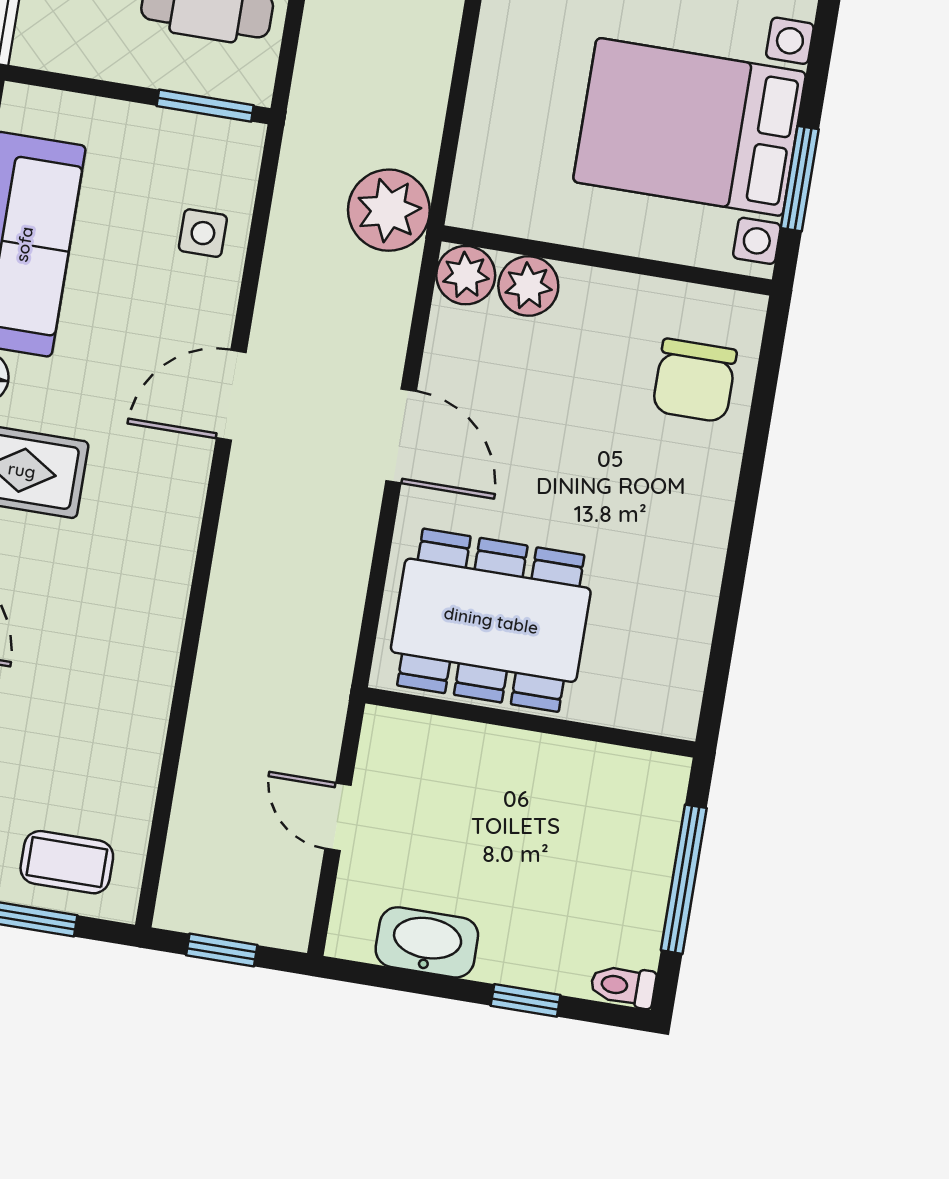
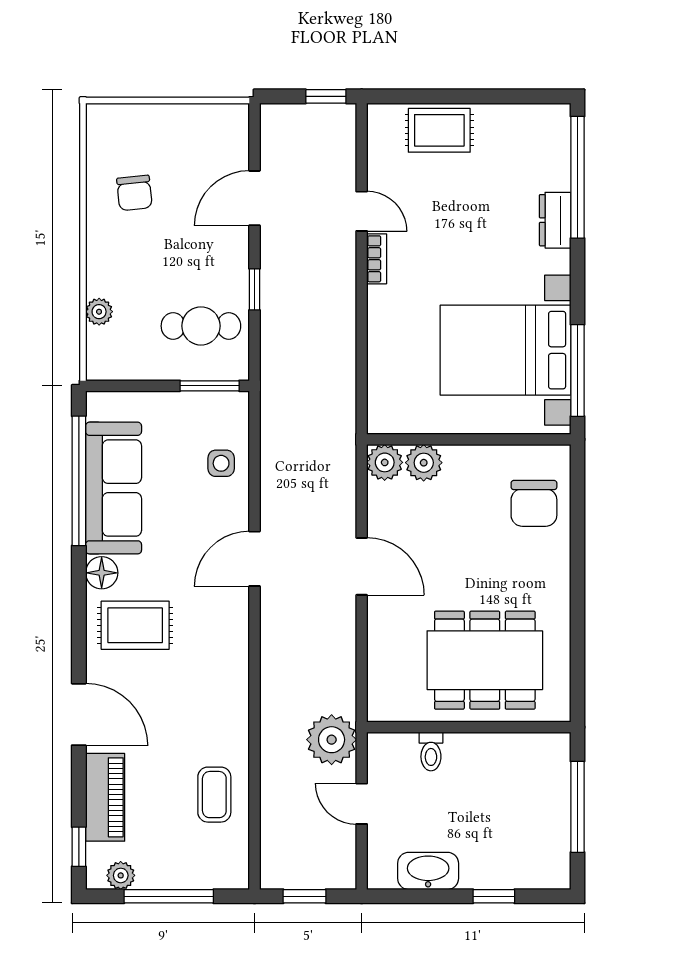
window: (800, 179) -> (577, 370), width x1.44
plant: (389, 210) -> (332, 740), moved
dining table: (491, 620) -> (485, 660), moved
coffee table: (67, 862) -> (214, 795), moved, turned 90
toilet: (623, 986) -> (431, 752), moved, turned -90

